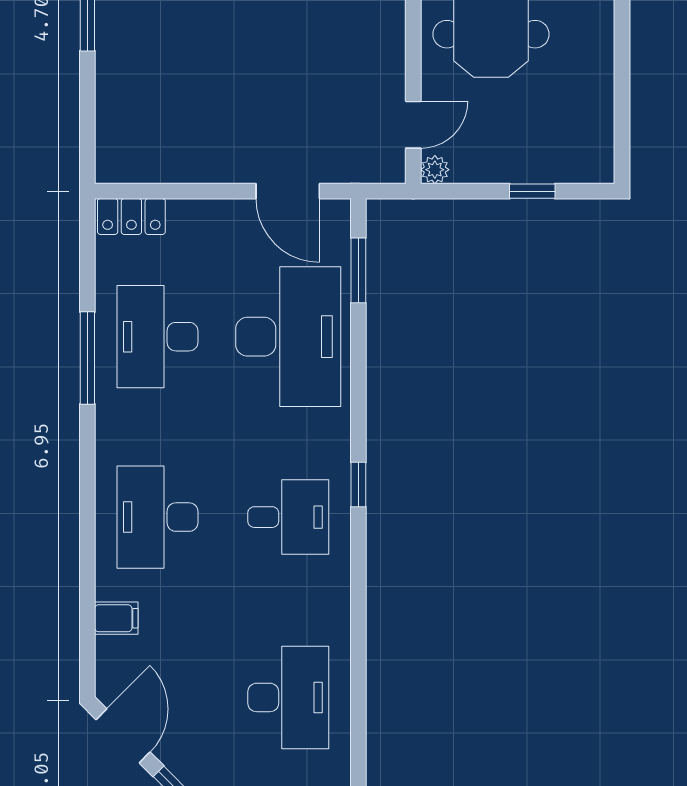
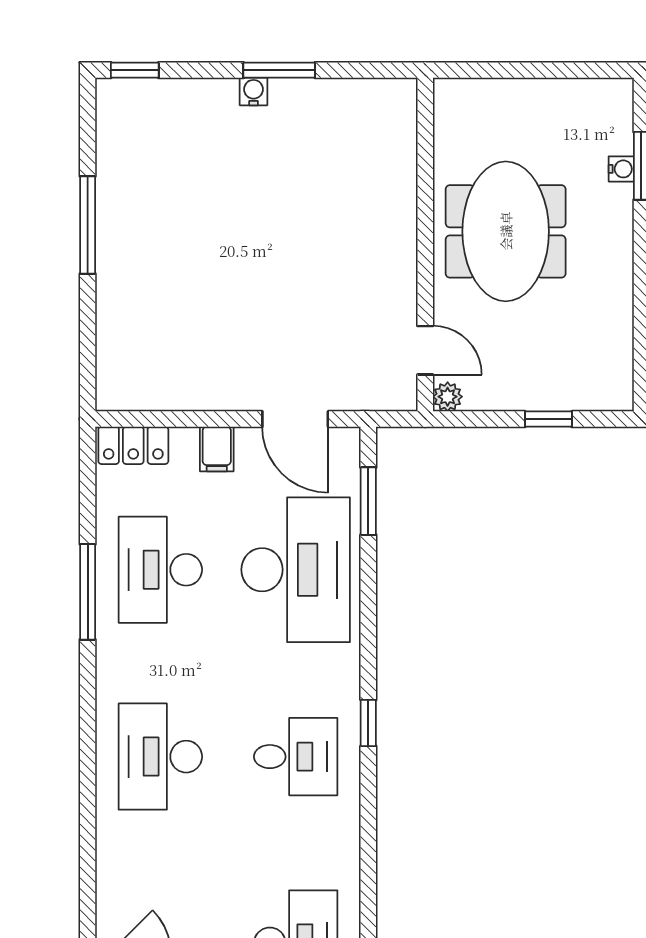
door: (413, 125) -> (425, 350), hinge flipped
filing cabinet: (116, 618) -> (217, 449), moved, turned 90

